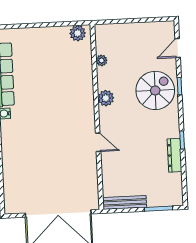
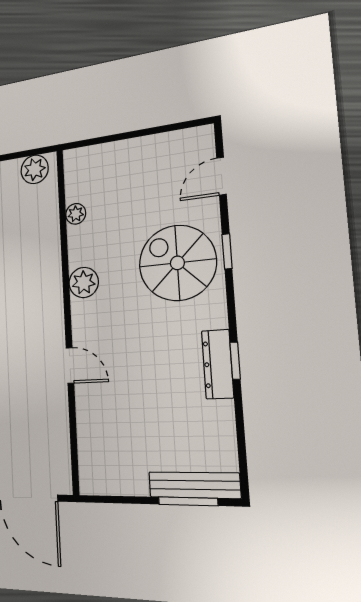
spiral stairs: (155, 90) -> (177, 263), turned -90
dresser: (175, 155) -> (218, 364), moved
bench: (125, 202) -> (194, 485), moved

